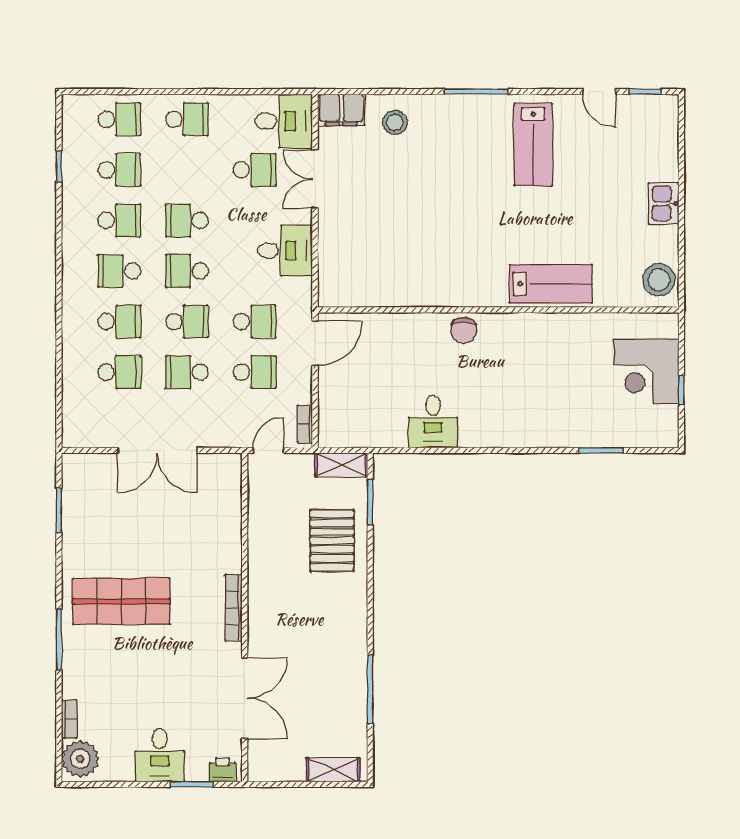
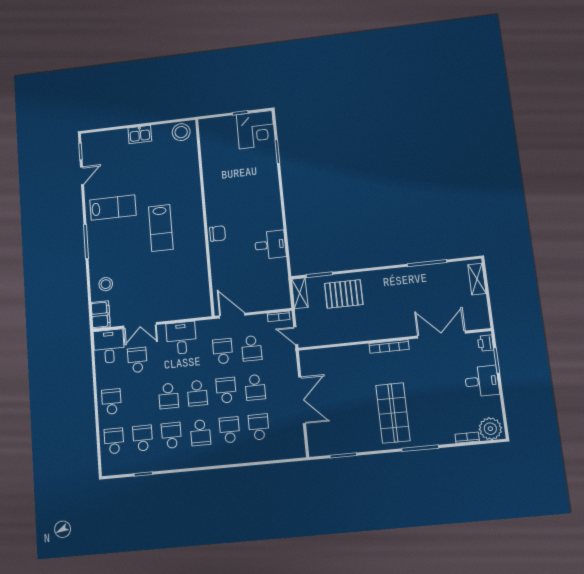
lab bench: (551, 284) -> (161, 228), moved, turned 180
corner desk: (646, 371) -> (256, 130), moved
school desk: (255, 372) -> (252, 348), turned 180

